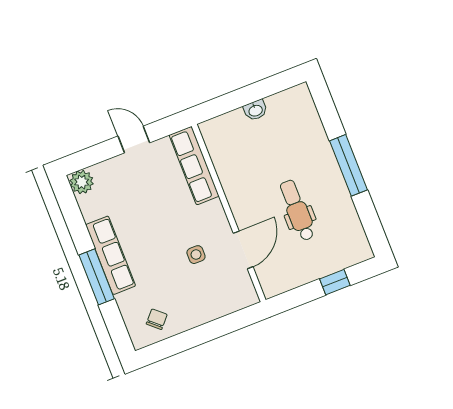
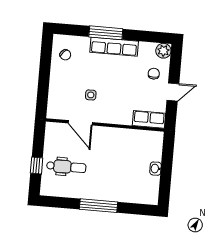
row of seats: (194, 166) -> (149, 119), width x0.68
chair: (121, 180) -> (154, 74), added
dental chair: (297, 210) -> (66, 167), moved

